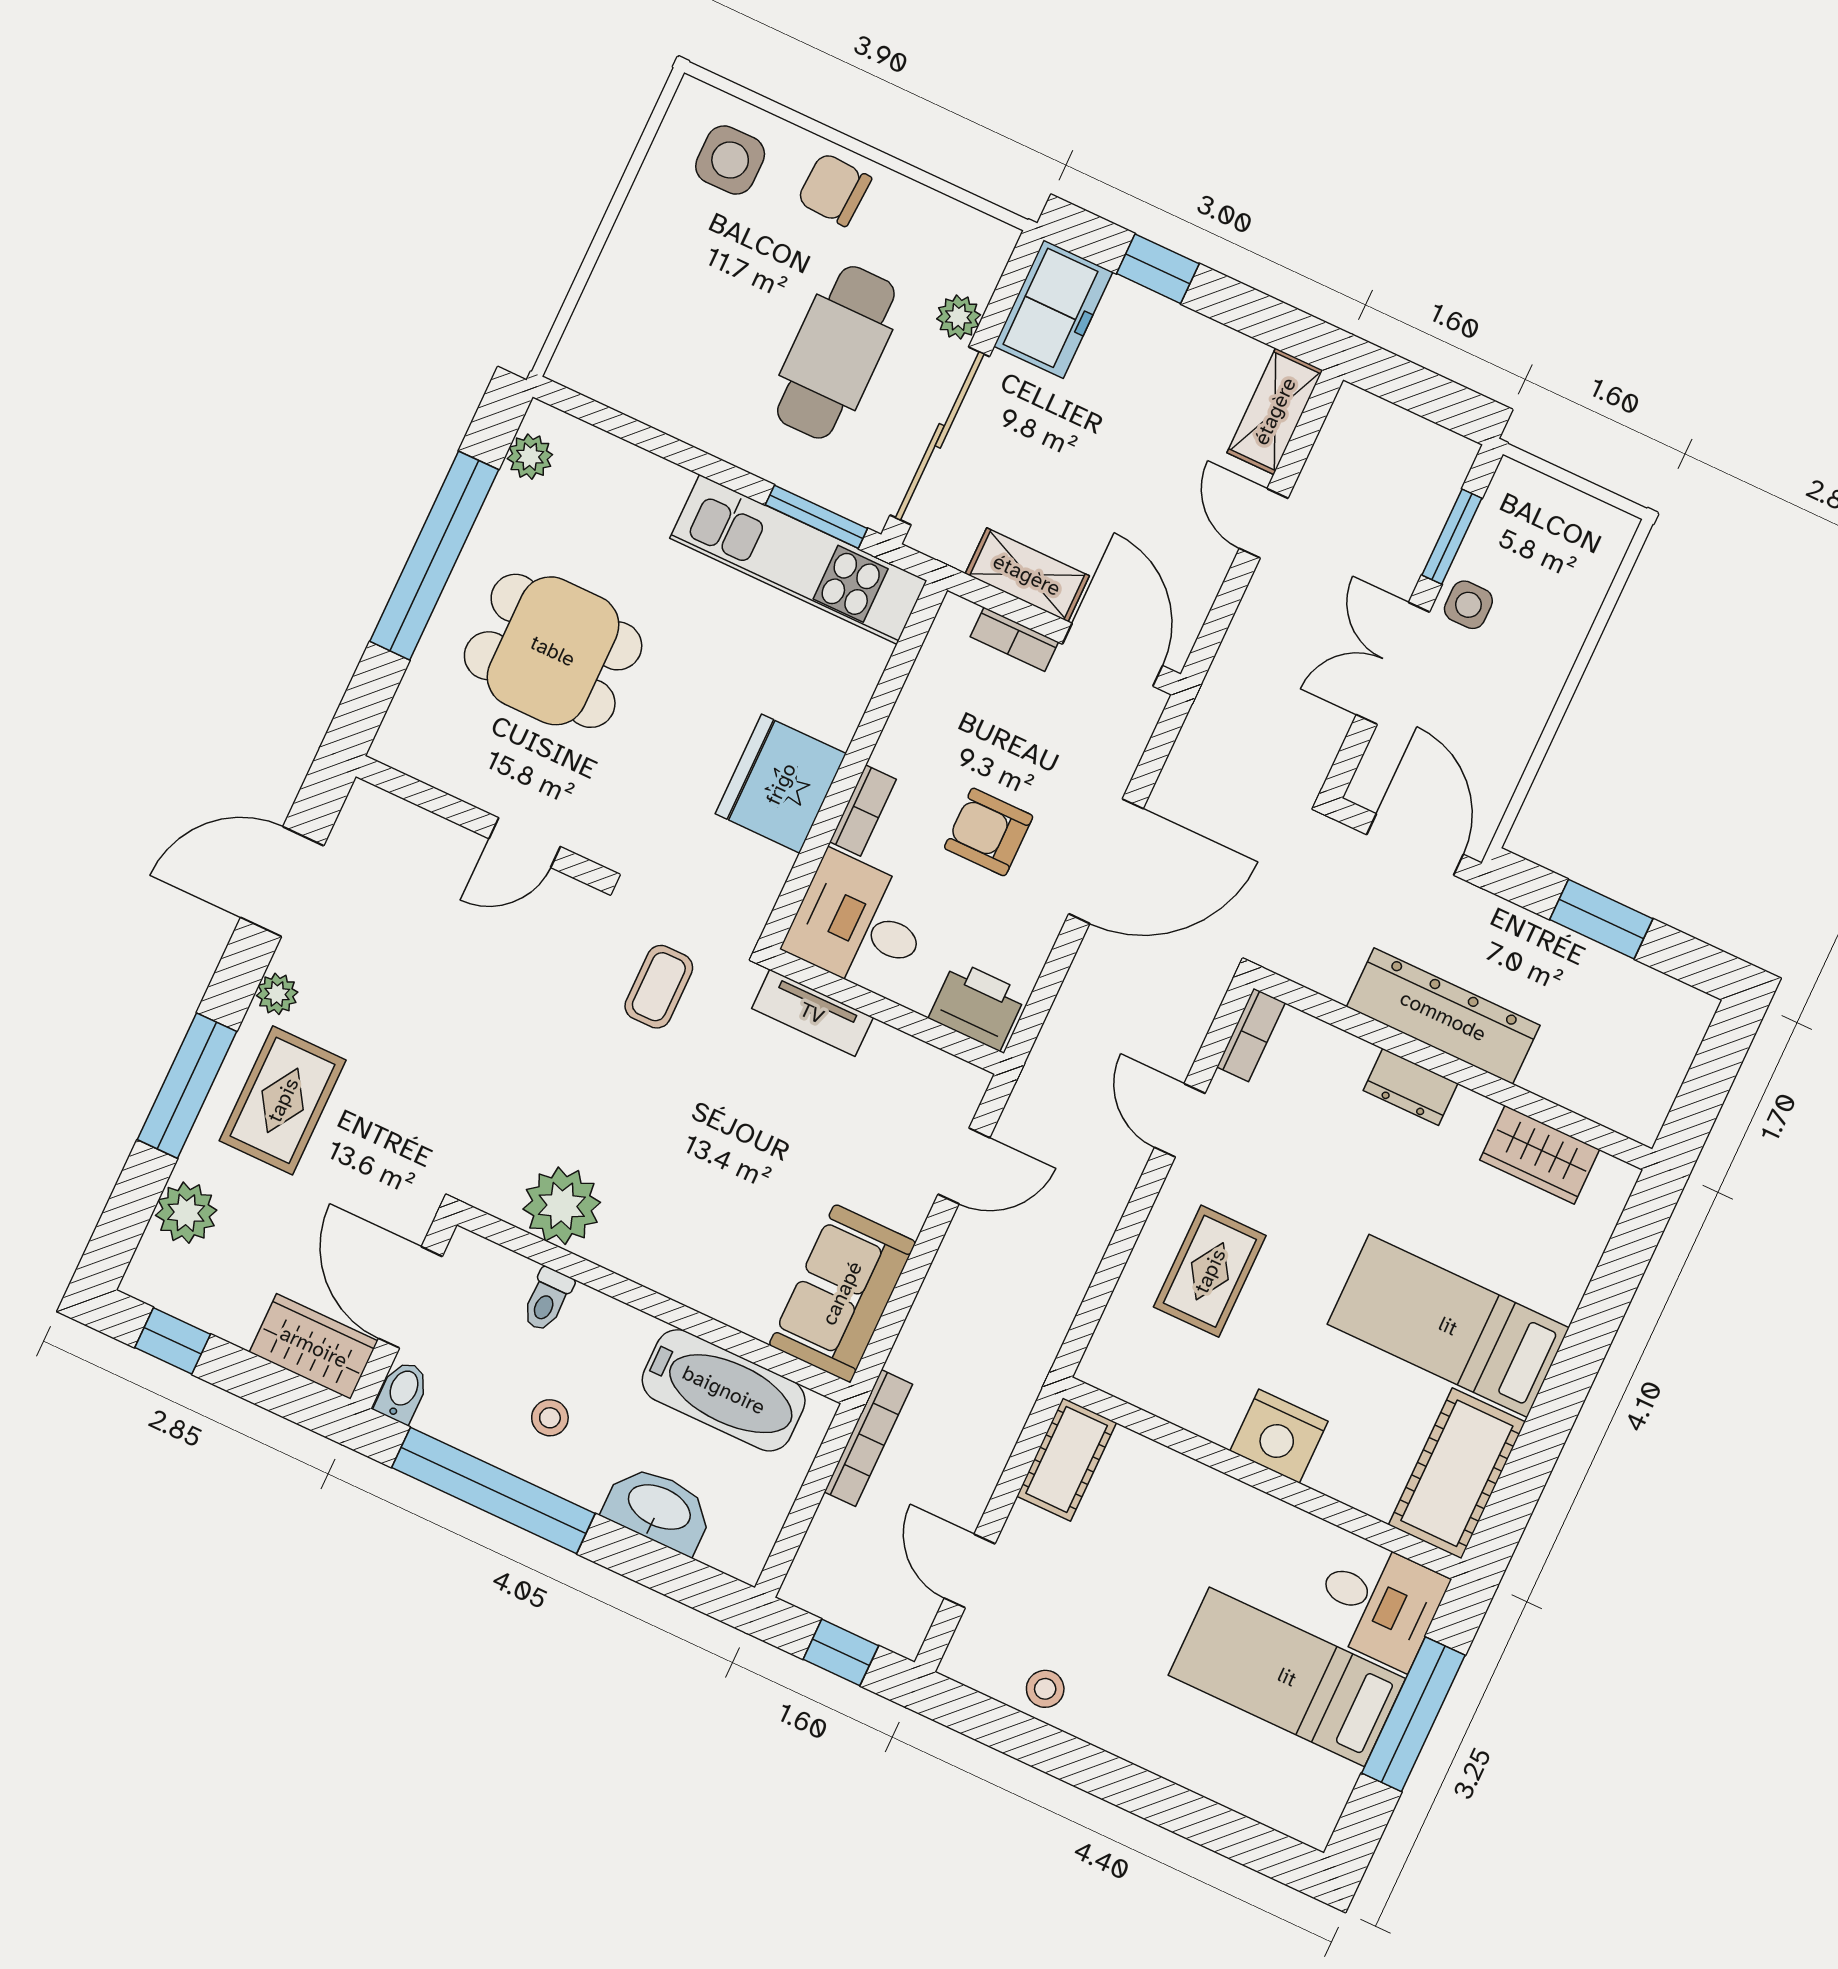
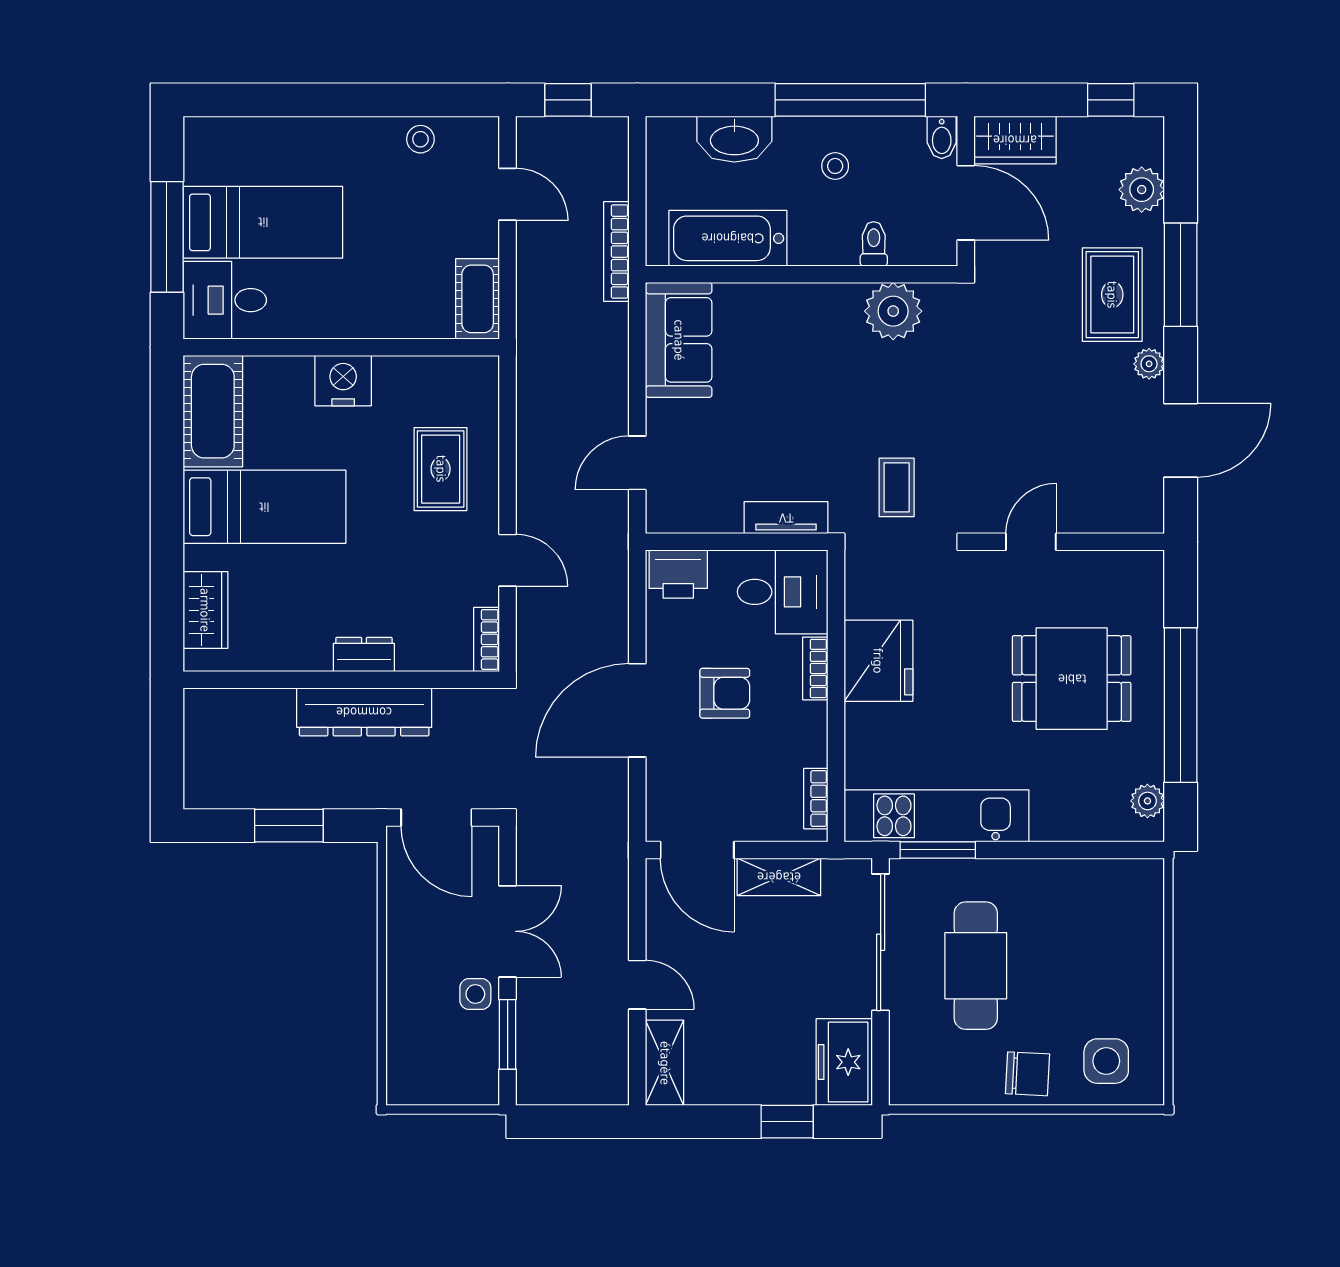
plant: (959, 317) -> (905, 1027), removed
bookcase: (1014, 639) -> (816, 799), moved, turned -90
wardrobe: (1540, 1155) -> (205, 610), moved, turned 90

